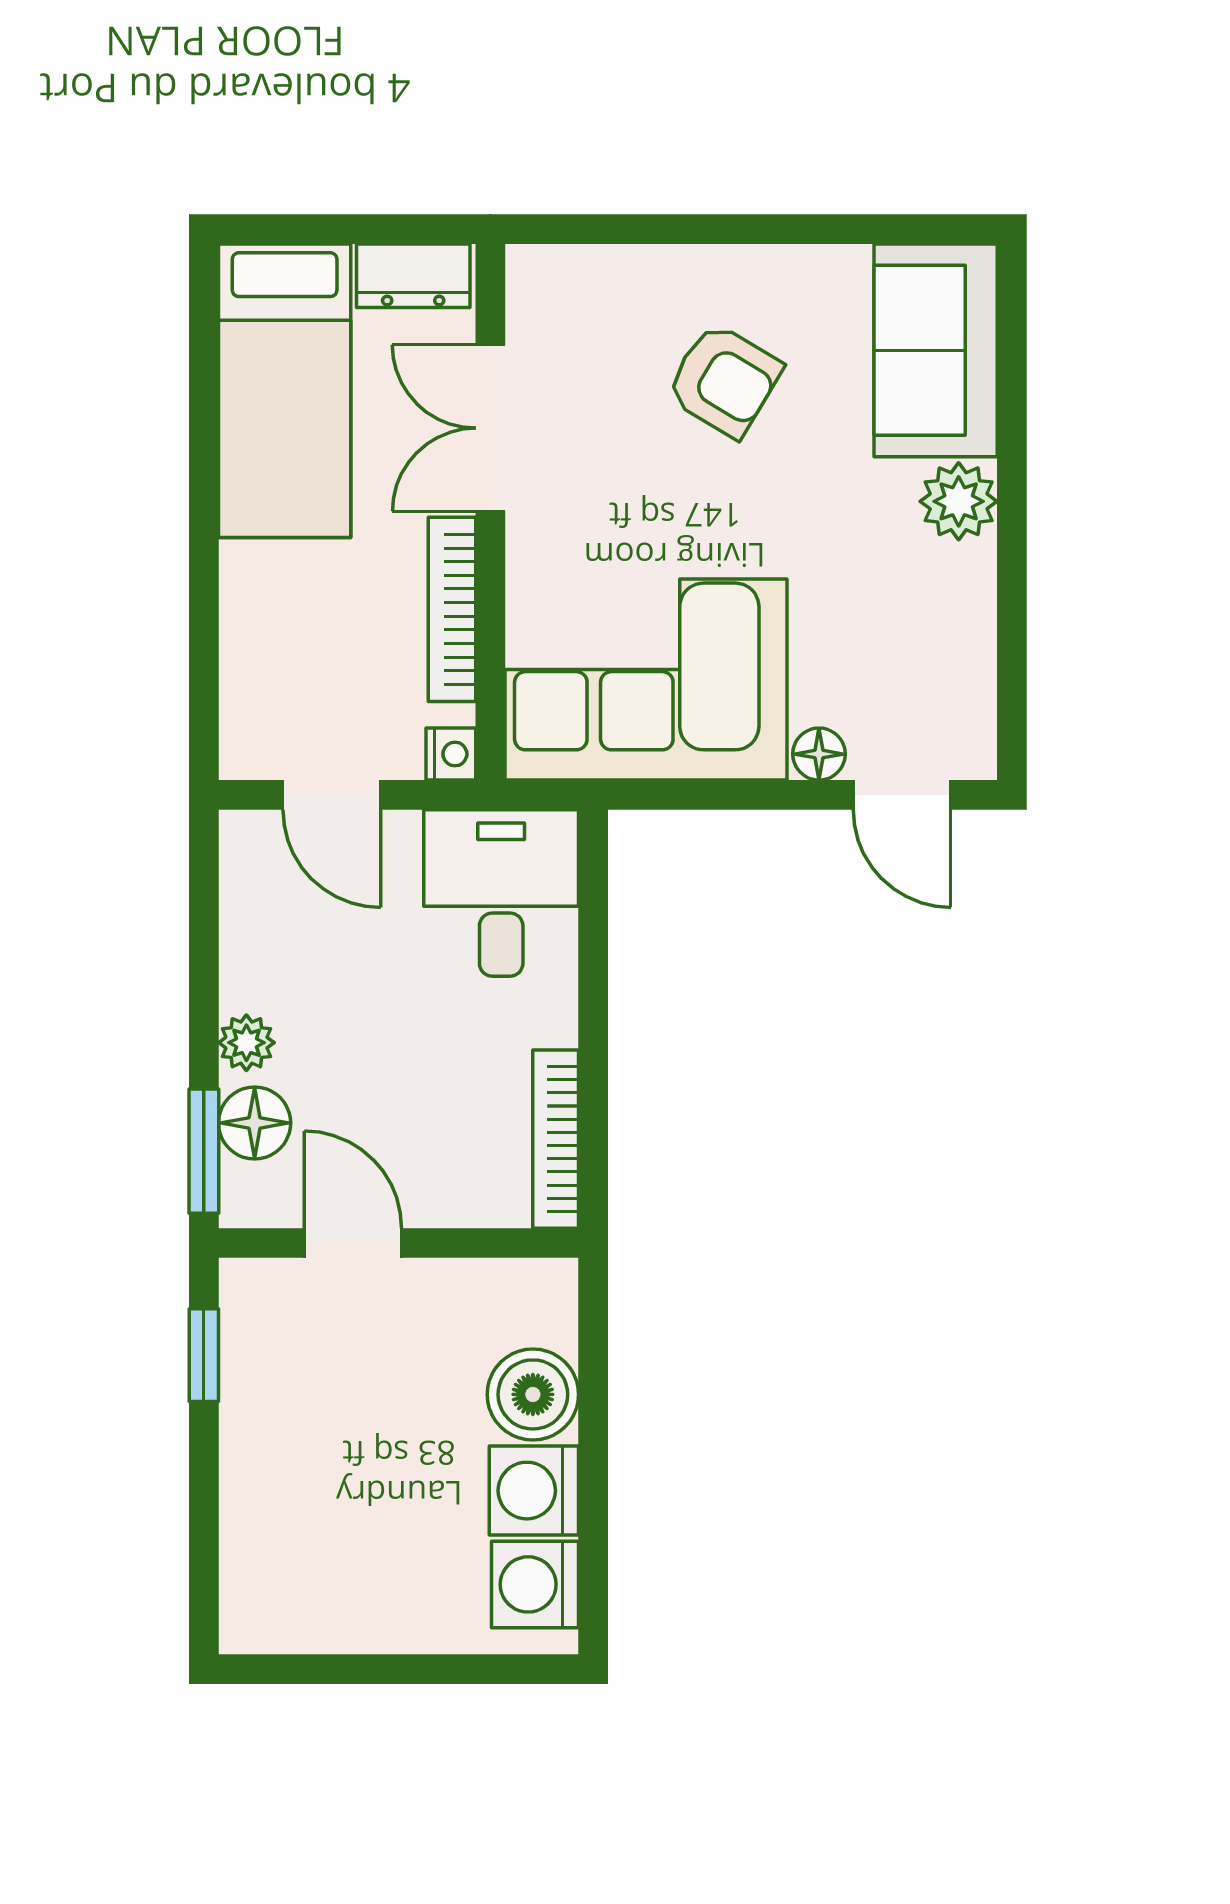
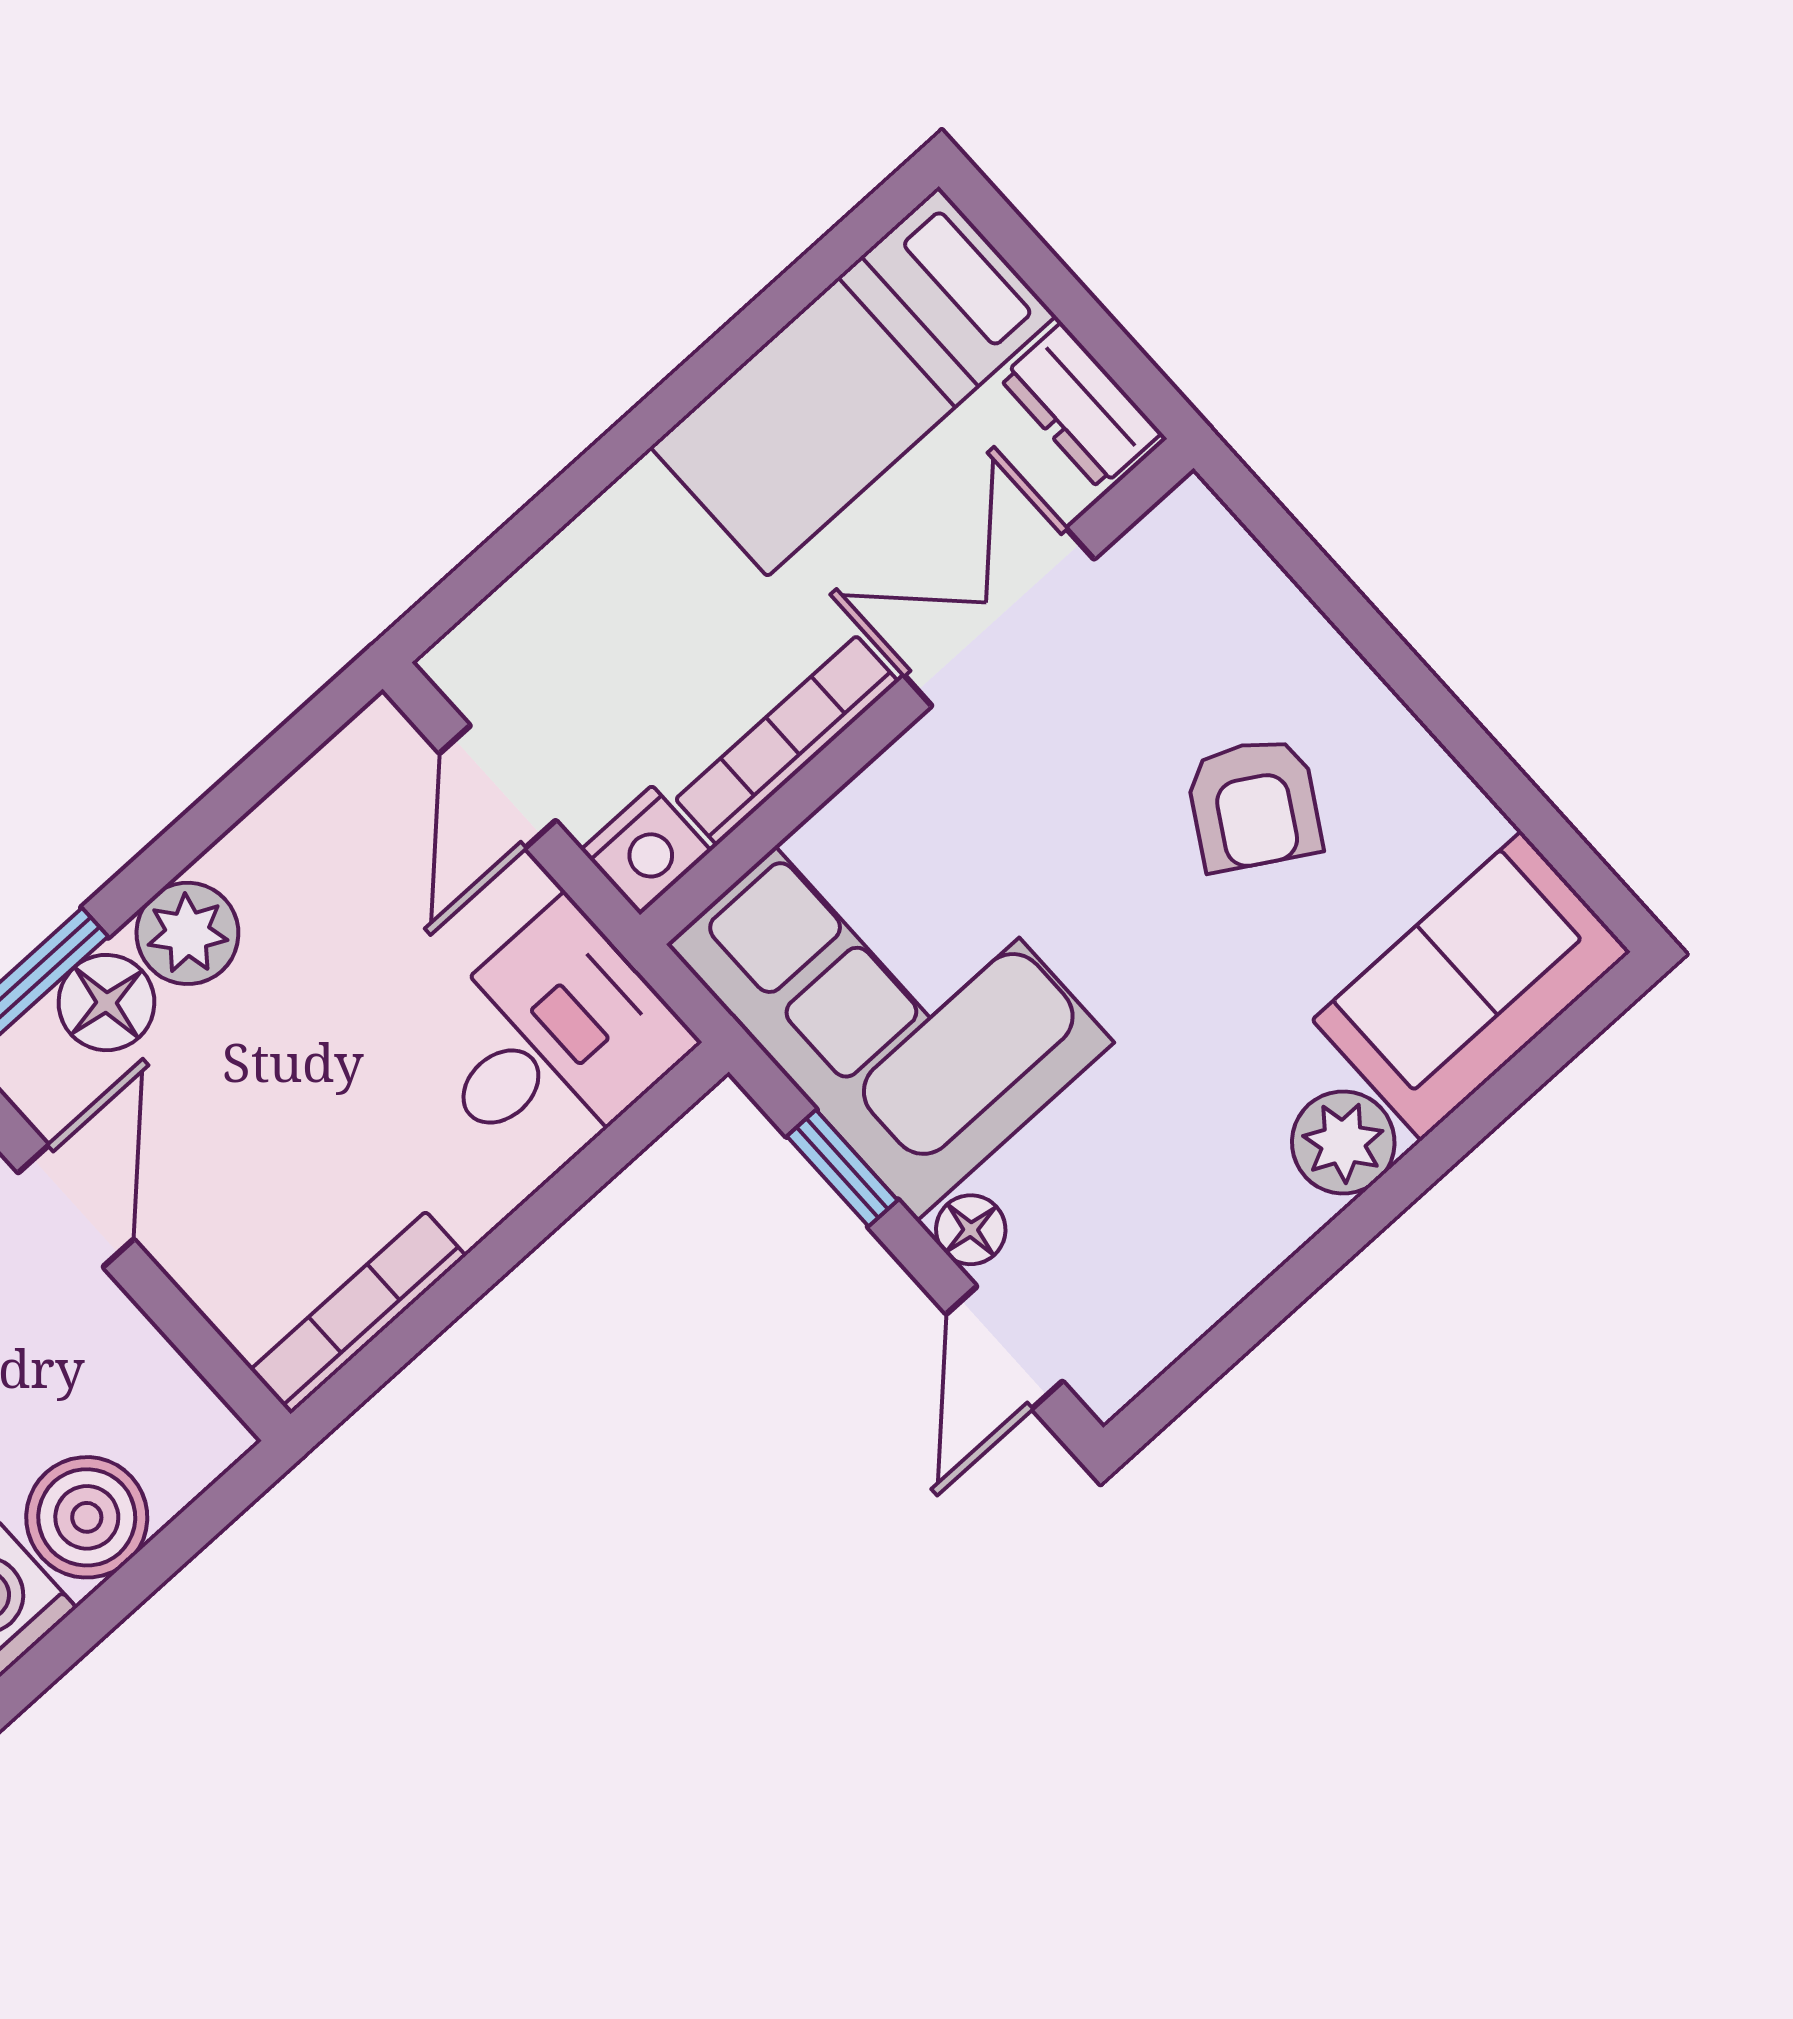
nightstand: (451, 754) -> (646, 850), width x1.39, depth x1.35
window: (720, 795) -> (842, 1168), added
plant: (246, 1043) -> (187, 933), width x1.38, depth x1.38

